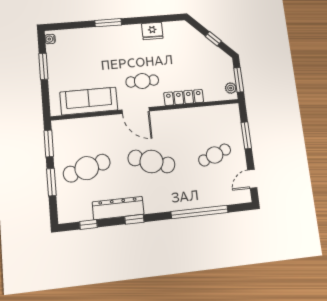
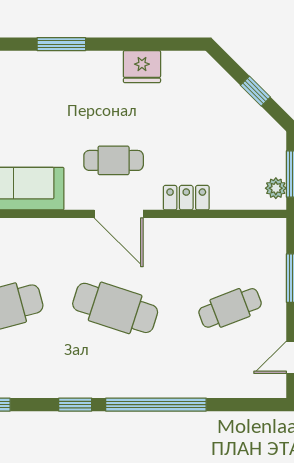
locker: (184, 97) -> (186, 198), width x0.66
door: (136, 111) -> (119, 214), moved
dresser: (118, 208) -> (49, 382), removed
window: (200, 212) -> (156, 405), moved

